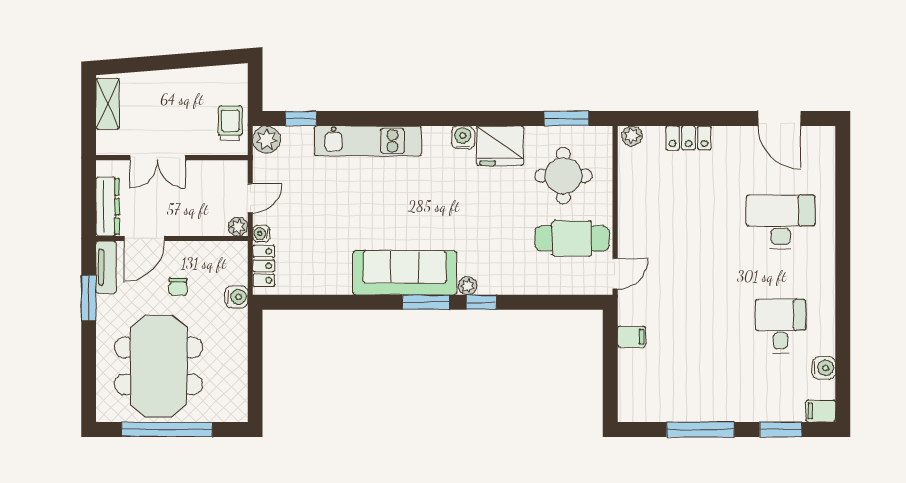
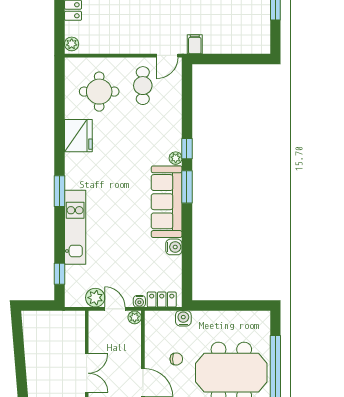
window: (567, 119) -> (60, 191), moved
trolley: (230, 123) -> (63, 323), removed
water cooler: (463, 137) -> (174, 247), moved, turned 180
plant: (266, 140) -> (95, 298), moved
cafe table: (572, 238) -> (143, 86), width x0.73, depth x0.74
door: (615, 274) -> (167, 56), swing flipped
filing cabinet: (632, 337) -> (195, 44), moved

